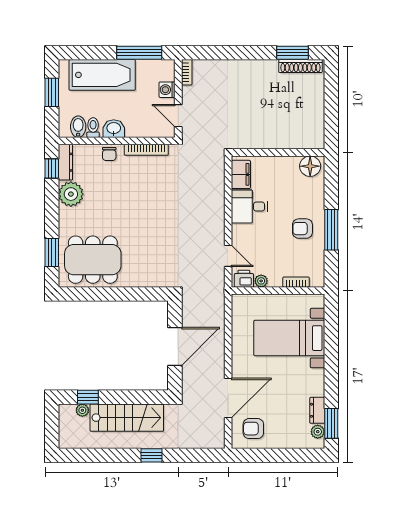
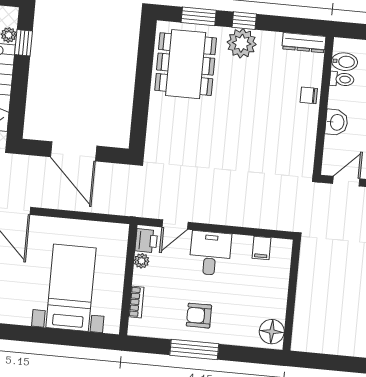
washbasin: (114, 129) -> (337, 122), moved
bookcase: (146, 150) -> (310, 140), removed
window: (52, 168) -> (244, 21), moved
filing cabinet: (241, 174) -> (261, 248), width x0.50
plant: (71, 194) -> (242, 43), moved
desk: (249, 207) -> (210, 253), moved
armchair: (302, 229) -> (199, 316), turned -90

